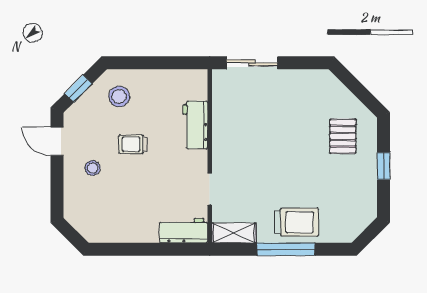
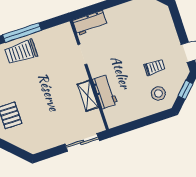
trolley: (133, 144) -> (155, 67), moved
stool: (93, 168) -> (160, 43), removed
shelving: (234, 233) -> (88, 96), moved, turned 90

